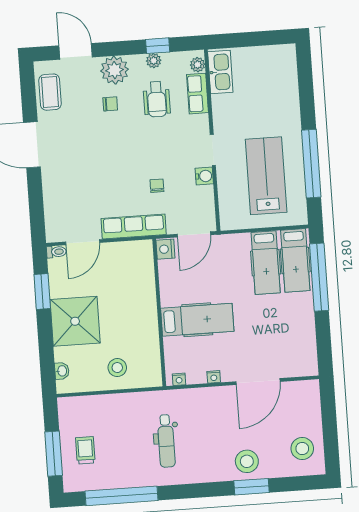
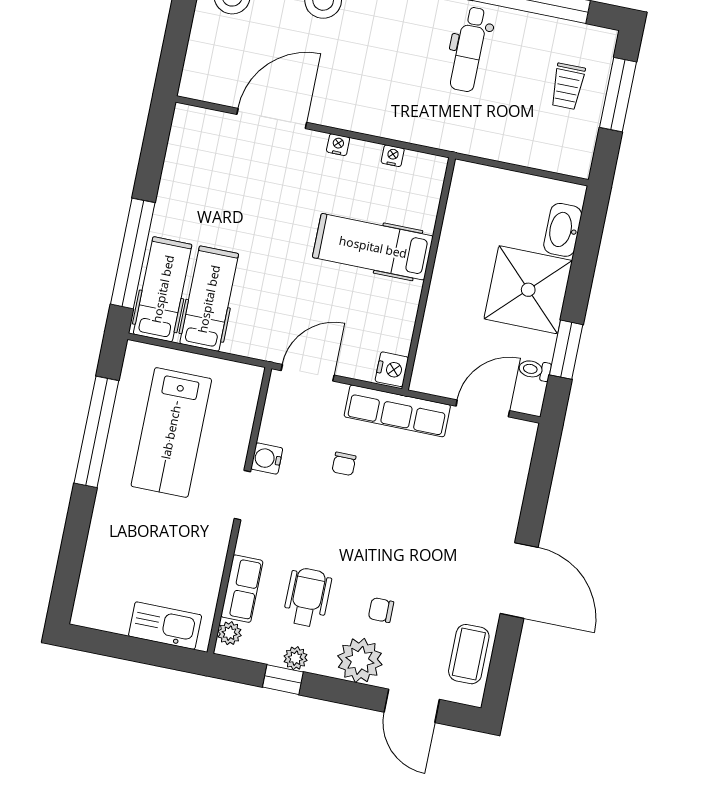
kitchen sink: (220, 72) -> (165, 626), moved, turned 90
nightstand: (165, 249) -> (392, 369), moved
toilet: (56, 252) -> (535, 370), moved
wall: (159, 313) -> (429, 274), moved
hospital bed: (197, 320) -> (373, 247), moved
stool: (117, 368) -> (483, 200), removed
washbasin: (62, 371) -> (563, 230), width x1.91, depth x1.45
dental chair: (166, 441) -> (469, 49), moved, turned 180

